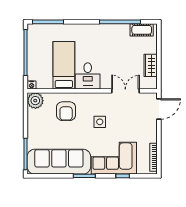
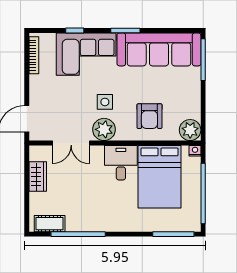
bed: (64, 65) -> (160, 177), width x1.50
plant: (100, 101) -> (104, 129), added
armchair: (66, 111) -> (149, 116), turned 180

